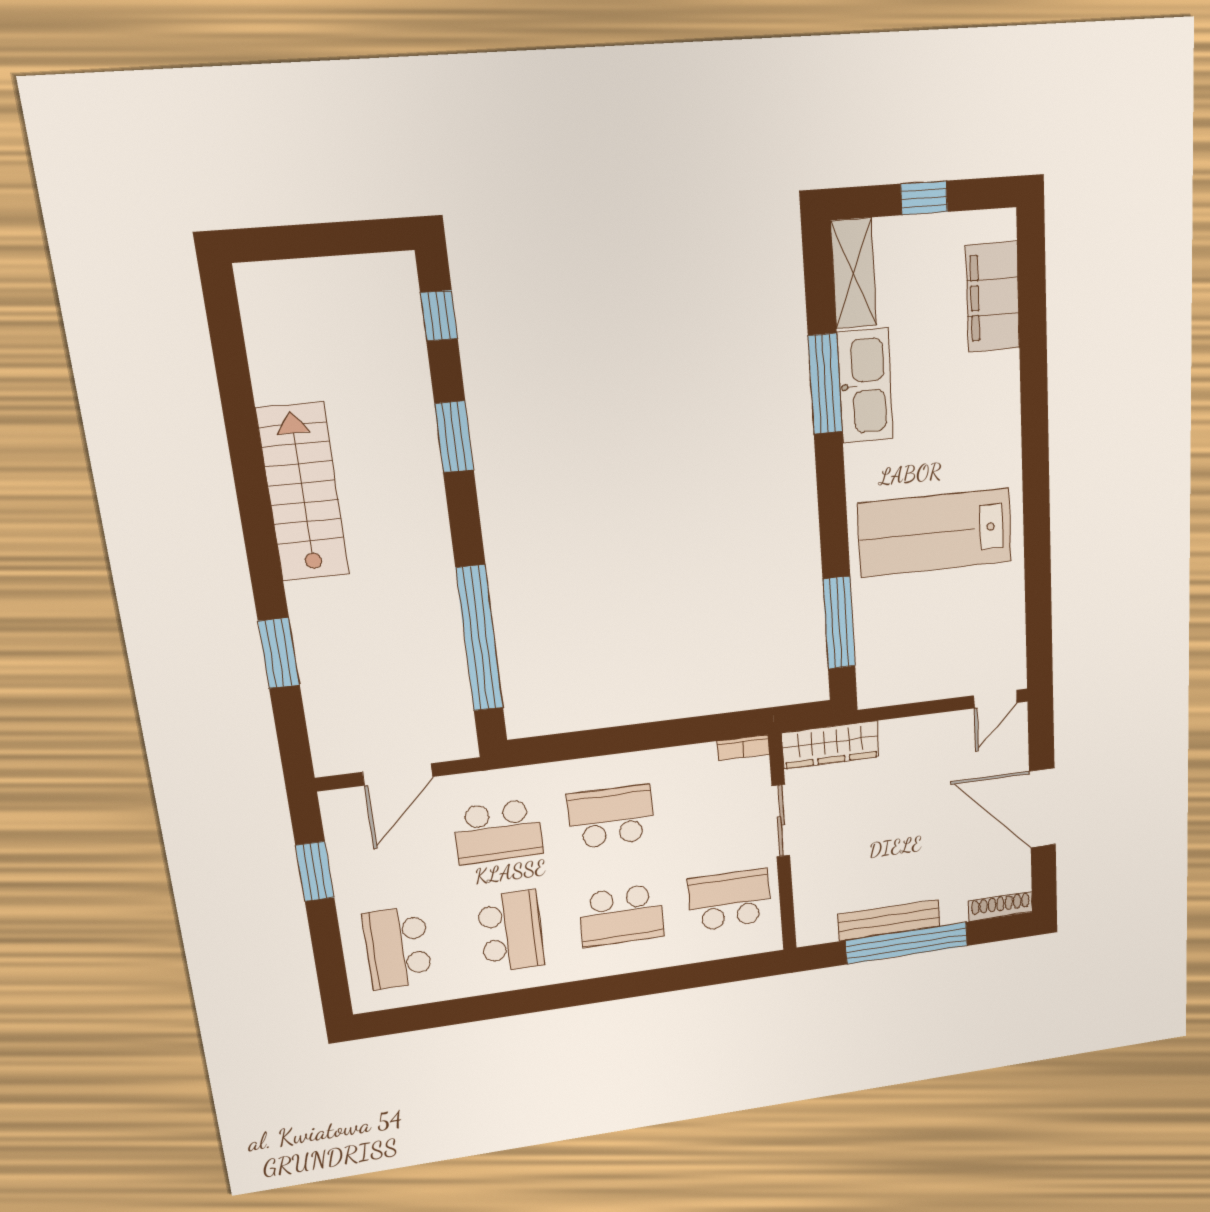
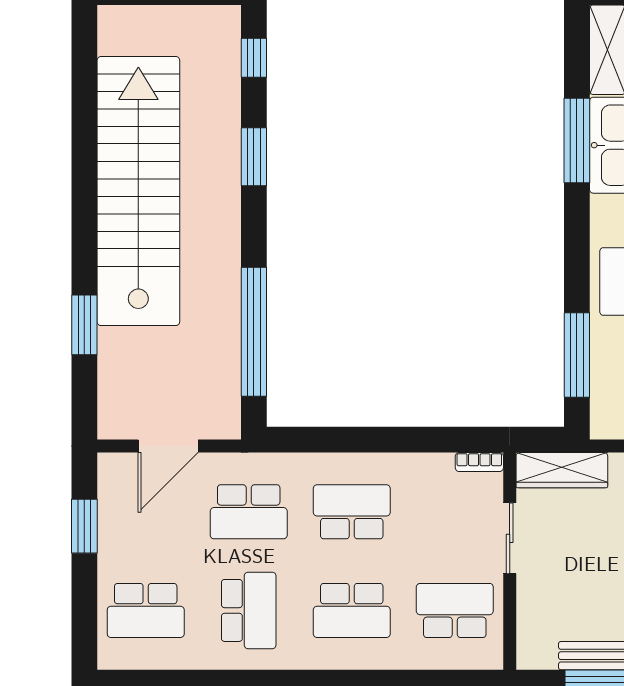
stairs: (303, 492) -> (138, 191), width x1.86, depth x1.51
school desk: (398, 948) -> (146, 610), turned -90

